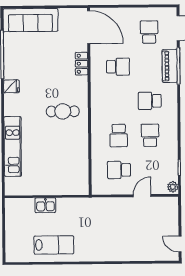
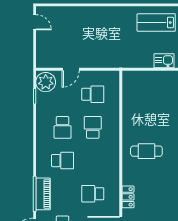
plant: (173, 187) -> (46, 82), width x1.88, depth x1.88

